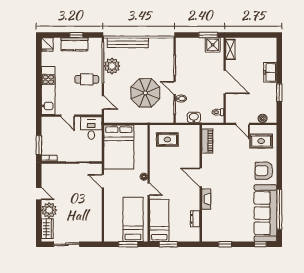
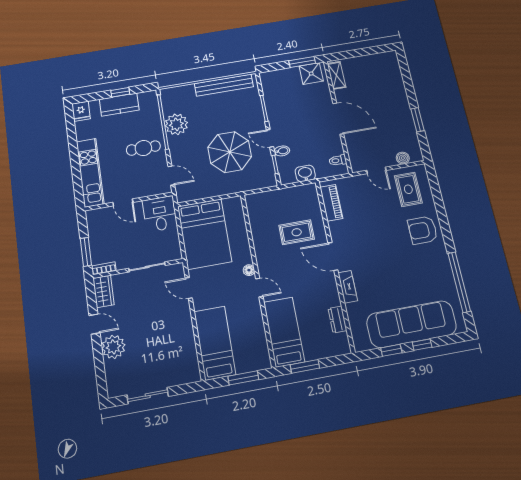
bench: (128, 43) -> (224, 85), moved
freezer: (270, 72) -> (398, 95), removed
rug: (167, 140) -> (297, 232), moved
rug: (261, 141) -> (408, 189), turned 90
sofa: (265, 213) -> (411, 324), moved, turned 90
bed: (133, 219) -> (215, 343), moved
wardrobe: (47, 229) -> (104, 291), moved
window: (260, 244) -> (422, 345), moved

